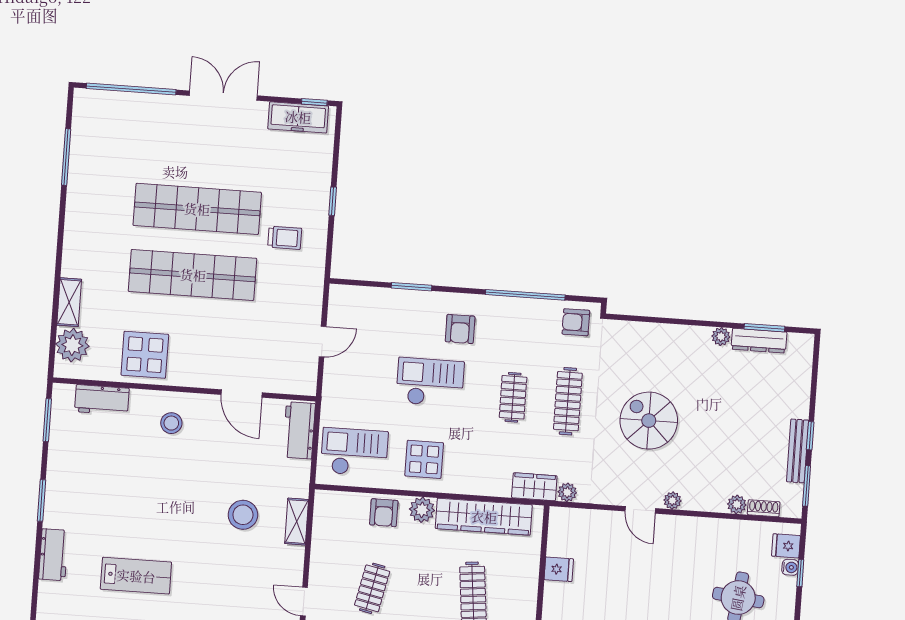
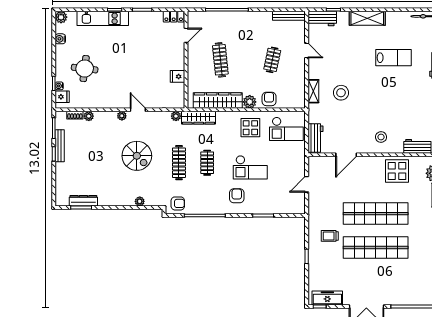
plant: (721, 337) -> (140, 201), moved
door: (242, 394) -> (346, 155), swing flipped
wardrobe: (534, 487) -> (199, 118), width x1.50
lab bench: (136, 576) -> (394, 58), turned 180

